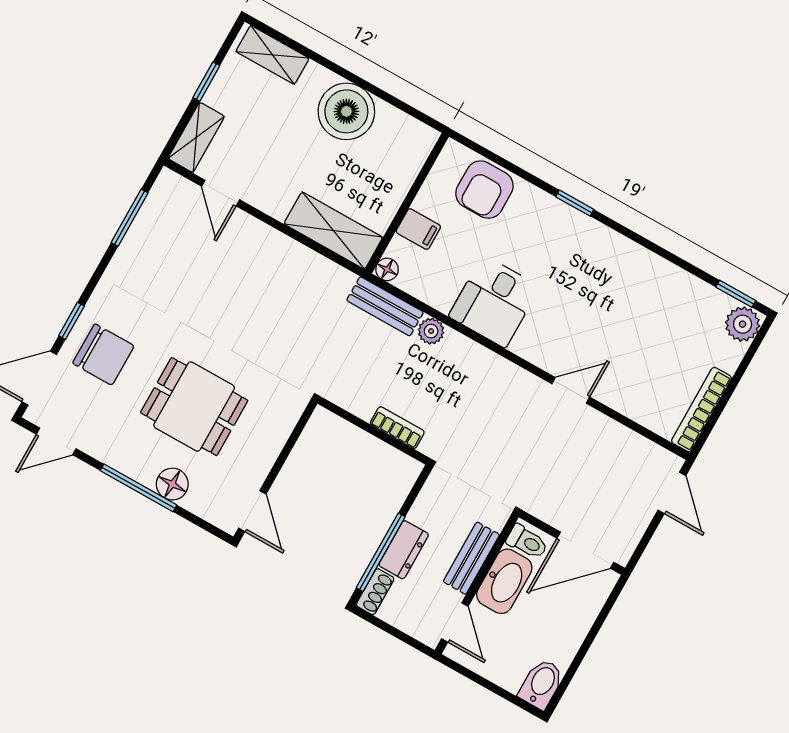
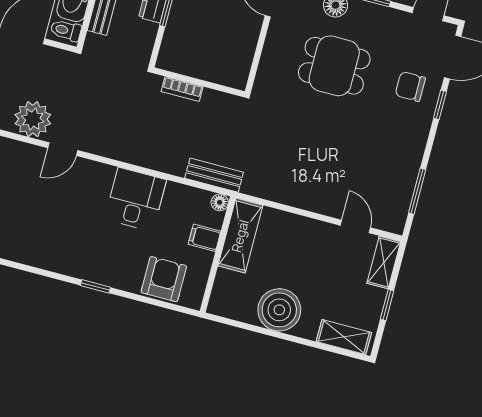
shelving: (333, 231) -> (240, 236), moved, turned 90
plant: (431, 331) -> (33, 119), moved, width x1.87, depth x1.87
chair: (103, 355) -> (410, 86), width x0.73, depth x0.73

